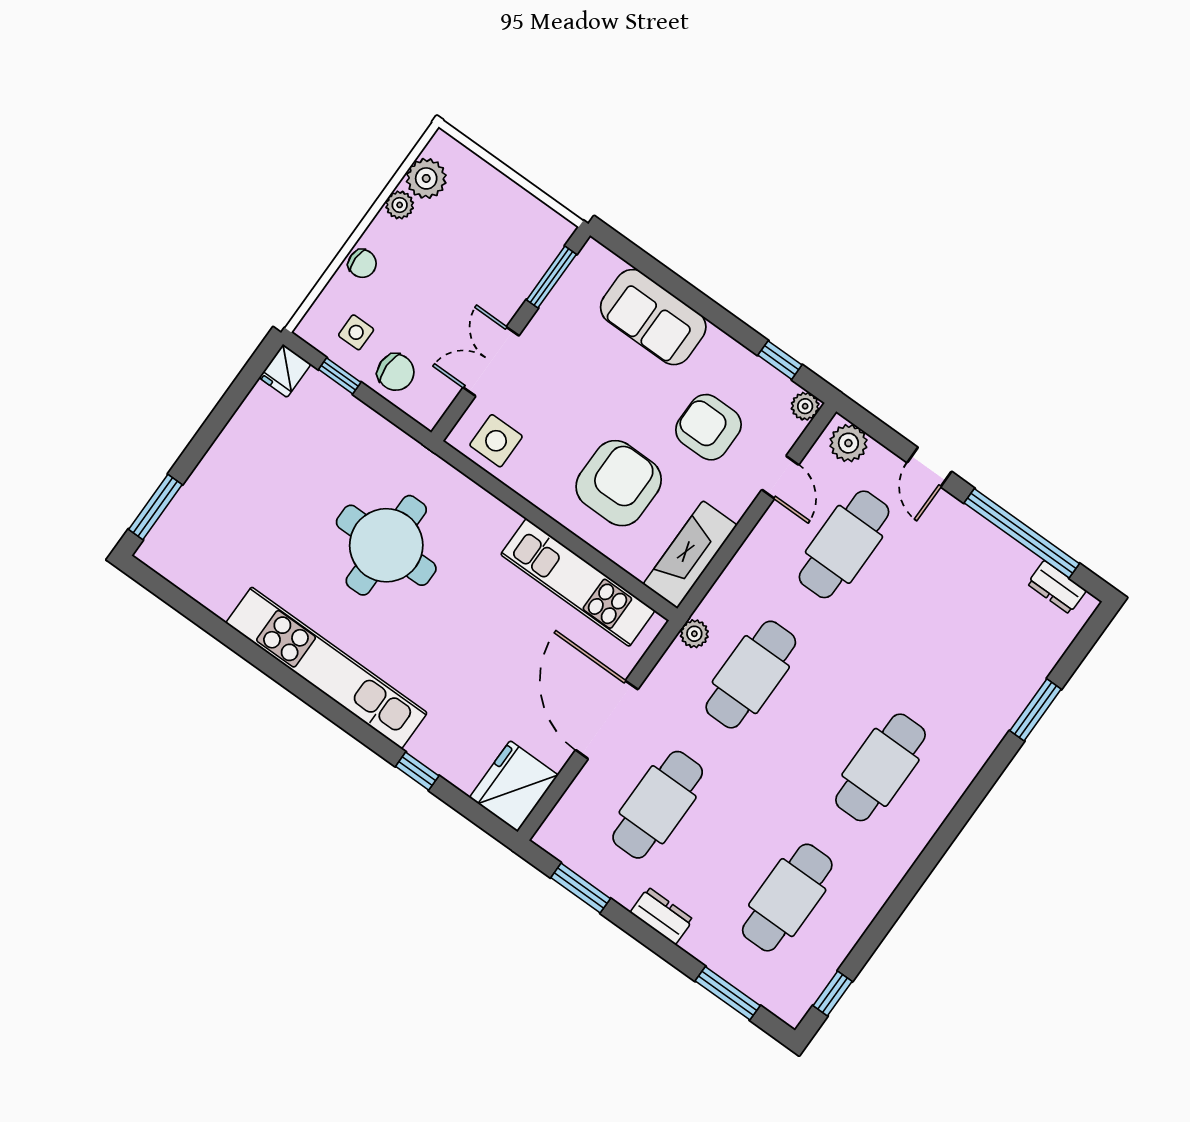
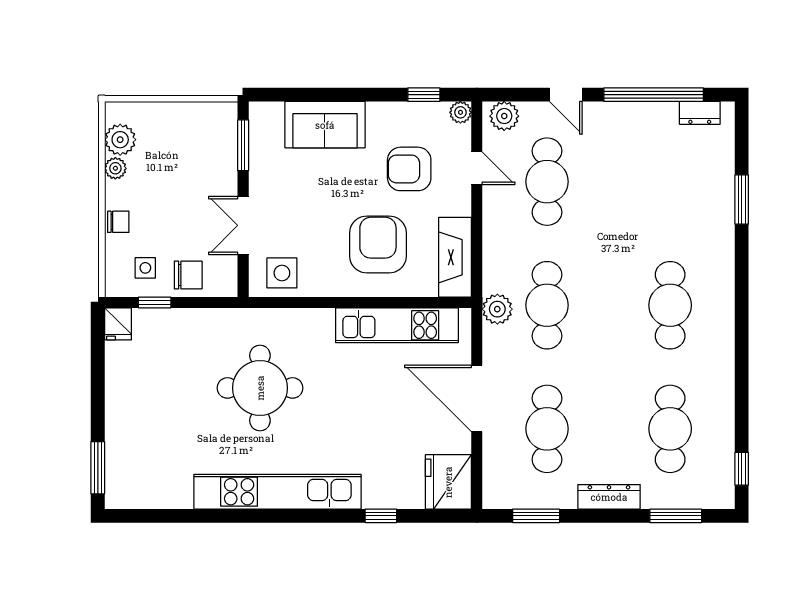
plant: (694, 634) -> (497, 309), width x1.38, depth x1.38
dresser: (662, 916) -> (609, 497), width x1.44

